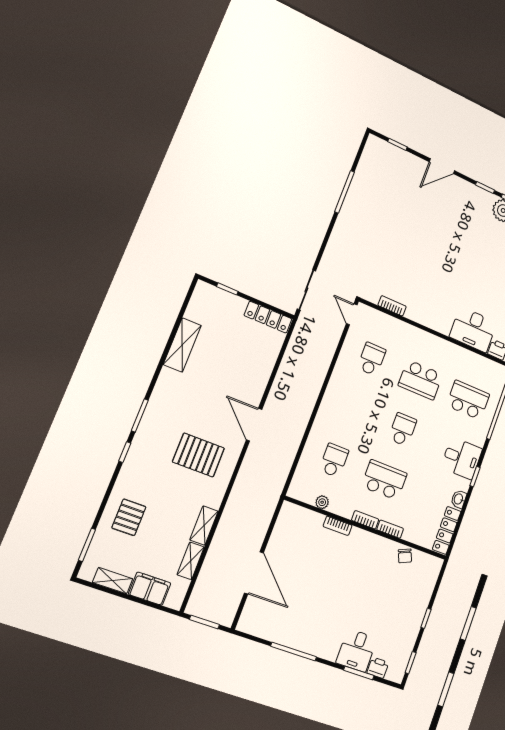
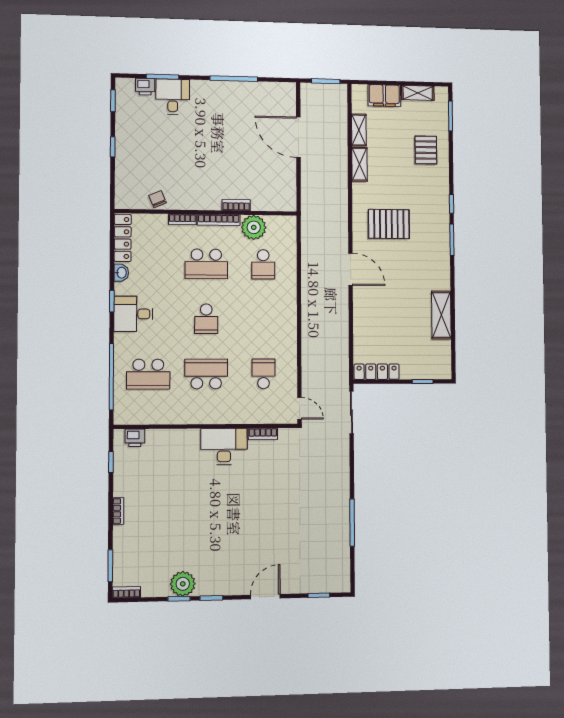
desk: (473, 329) -> (224, 446), moved
school desk: (372, 359) -> (263, 374), turned 180
plant: (322, 502) -> (254, 227), width x1.88, depth x1.88
bookcase: (365, 520) -> (219, 220), width x1.56

